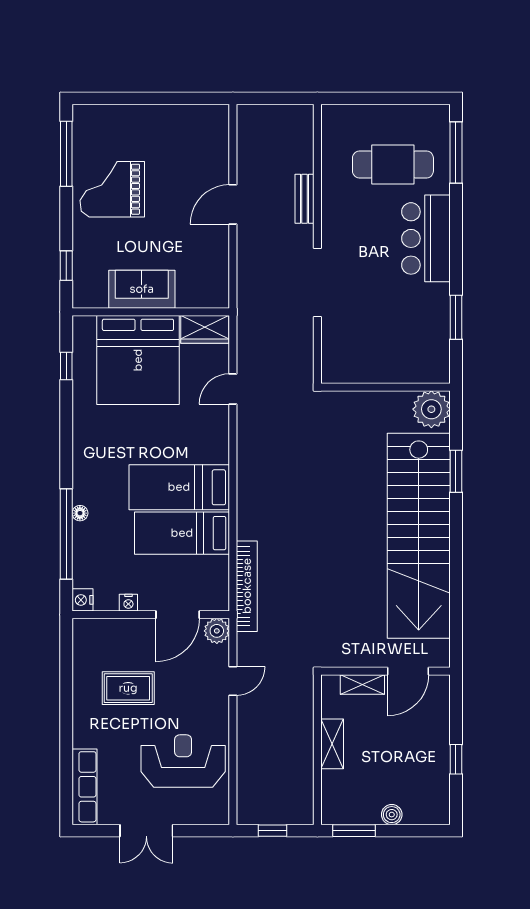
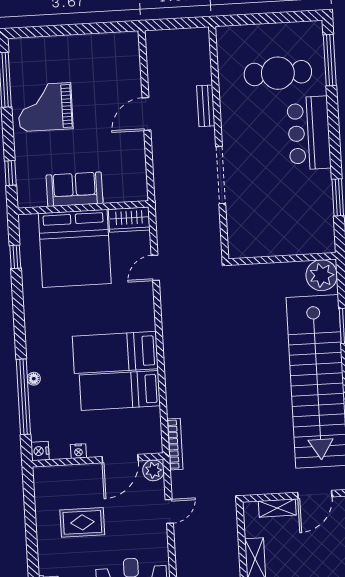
bookcase: (247, 586) -> (175, 444), width x0.68, depth x0.76

